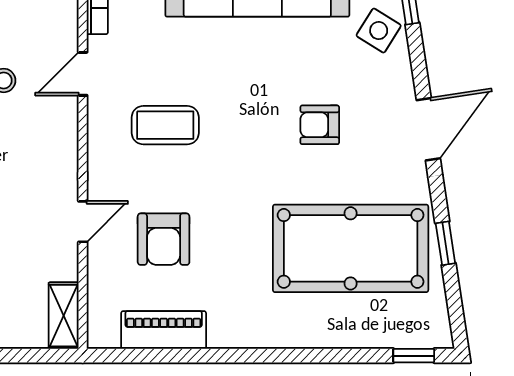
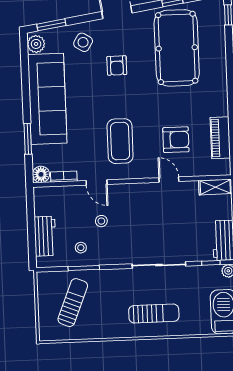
side table: (379, 31) -> (83, 42), moved
coffee table: (165, 125) -> (120, 141), width x1.36, depth x1.32

